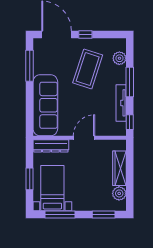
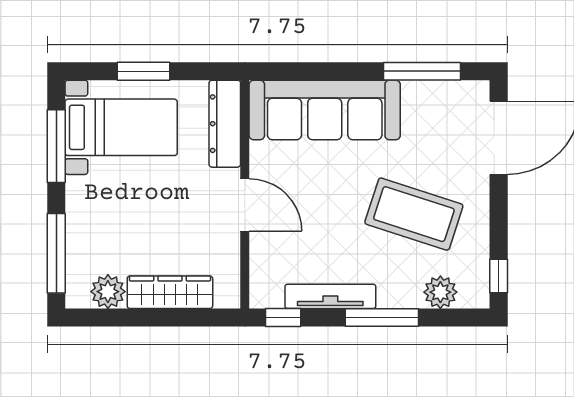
window: (85, 34) -> (499, 276), moved
window: (104, 214) -> (56, 253), width x1.44

